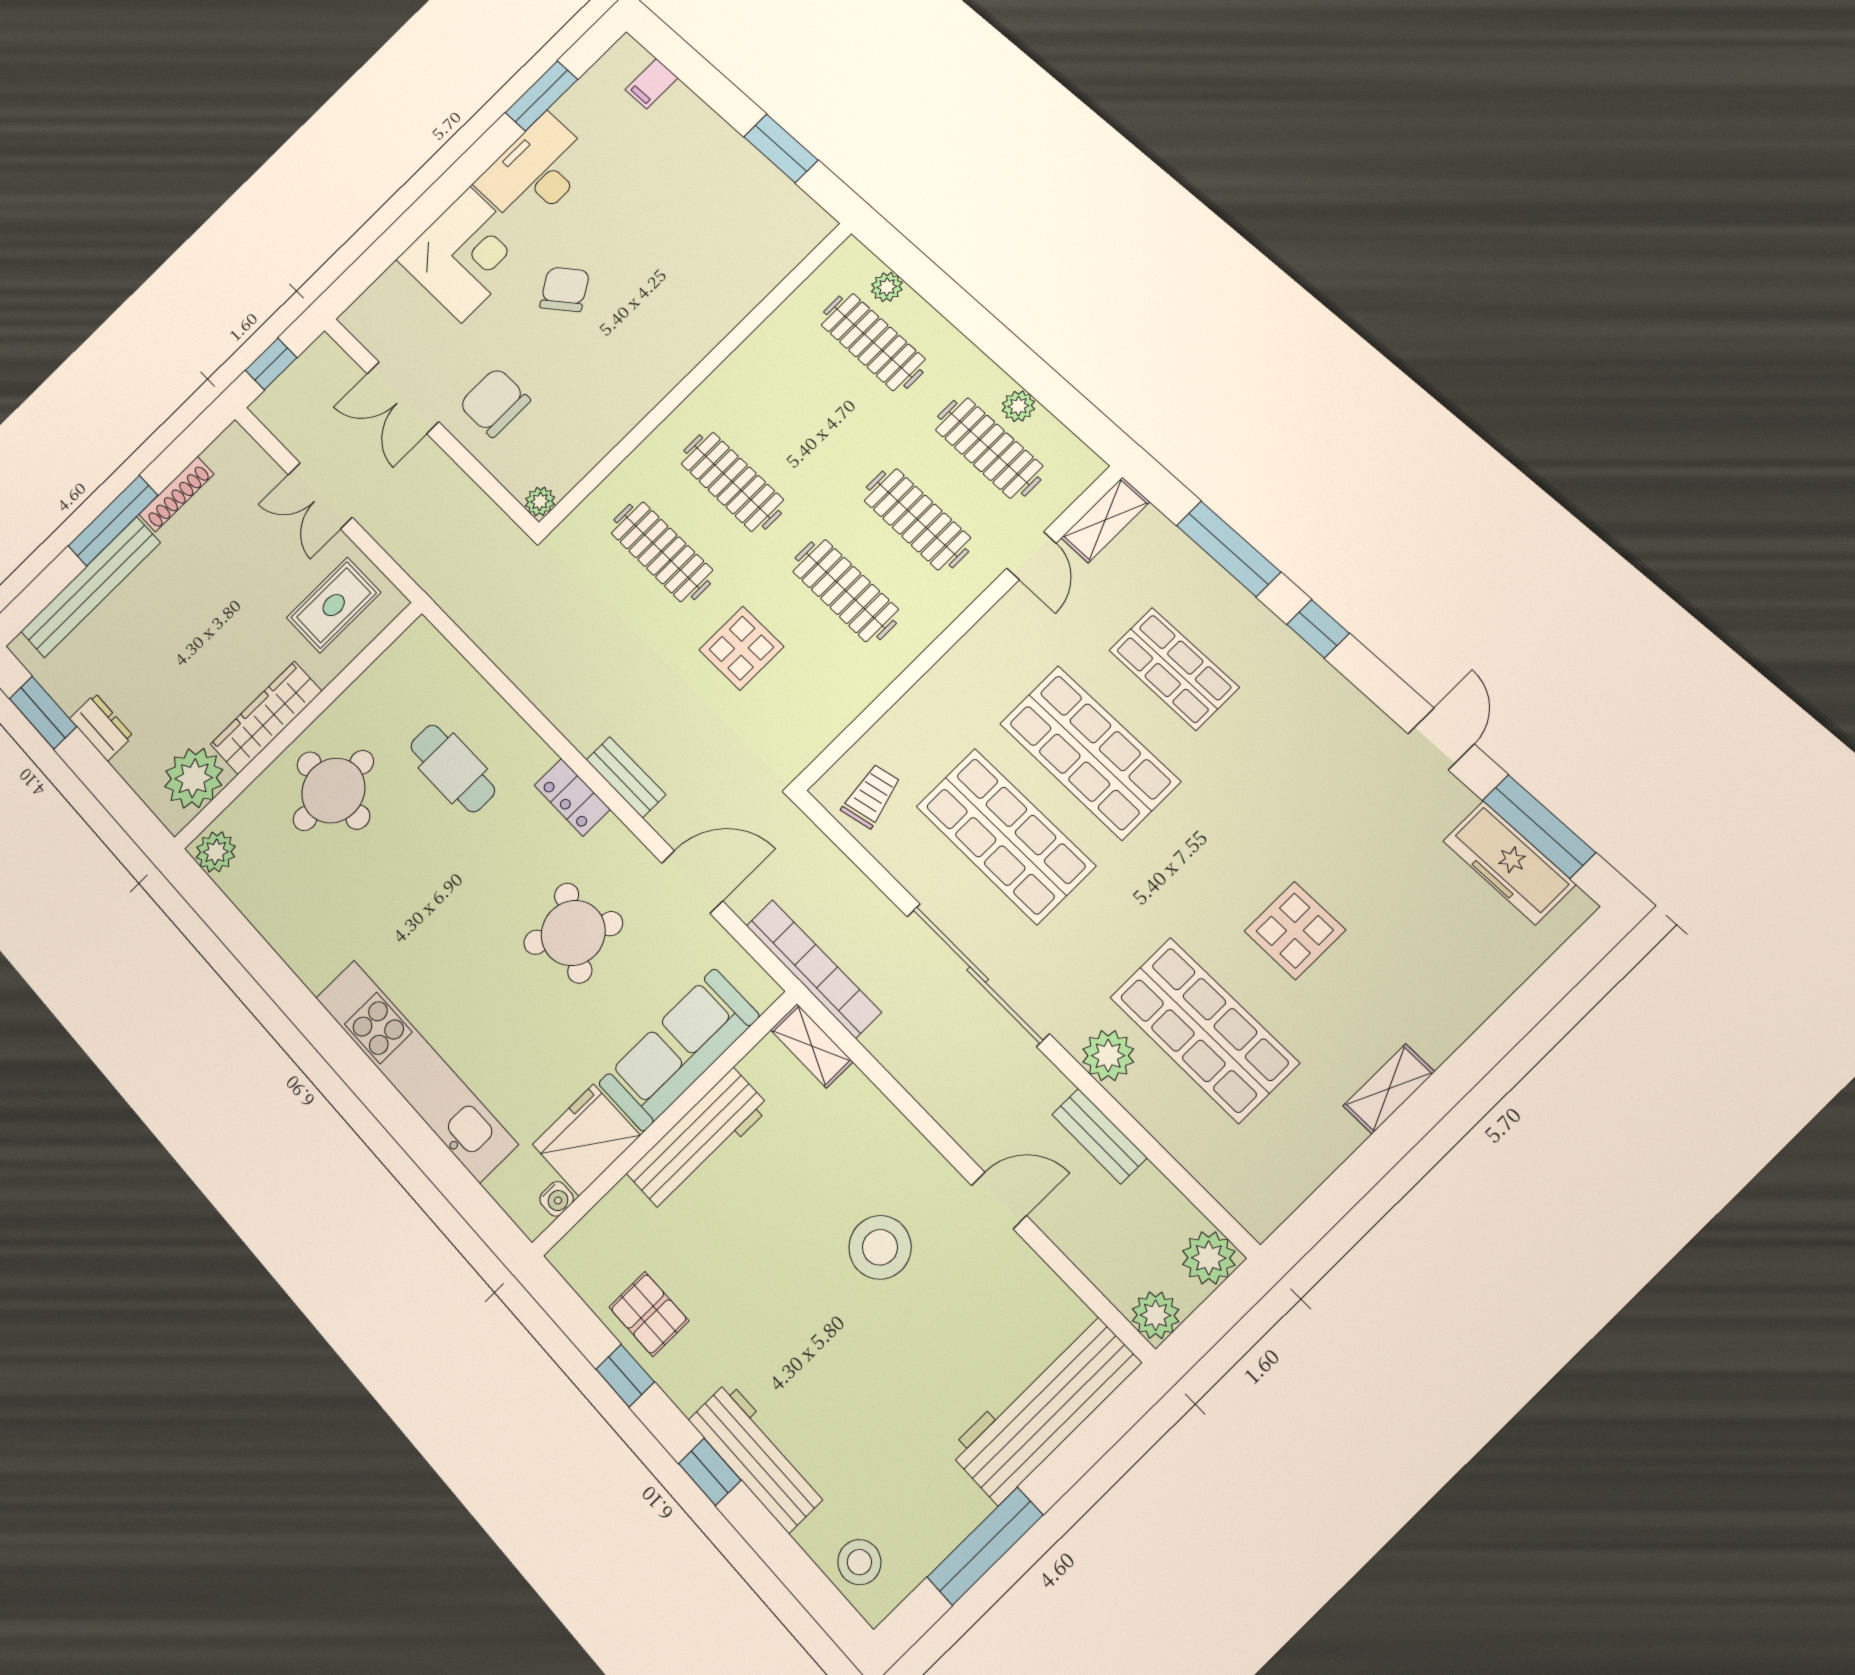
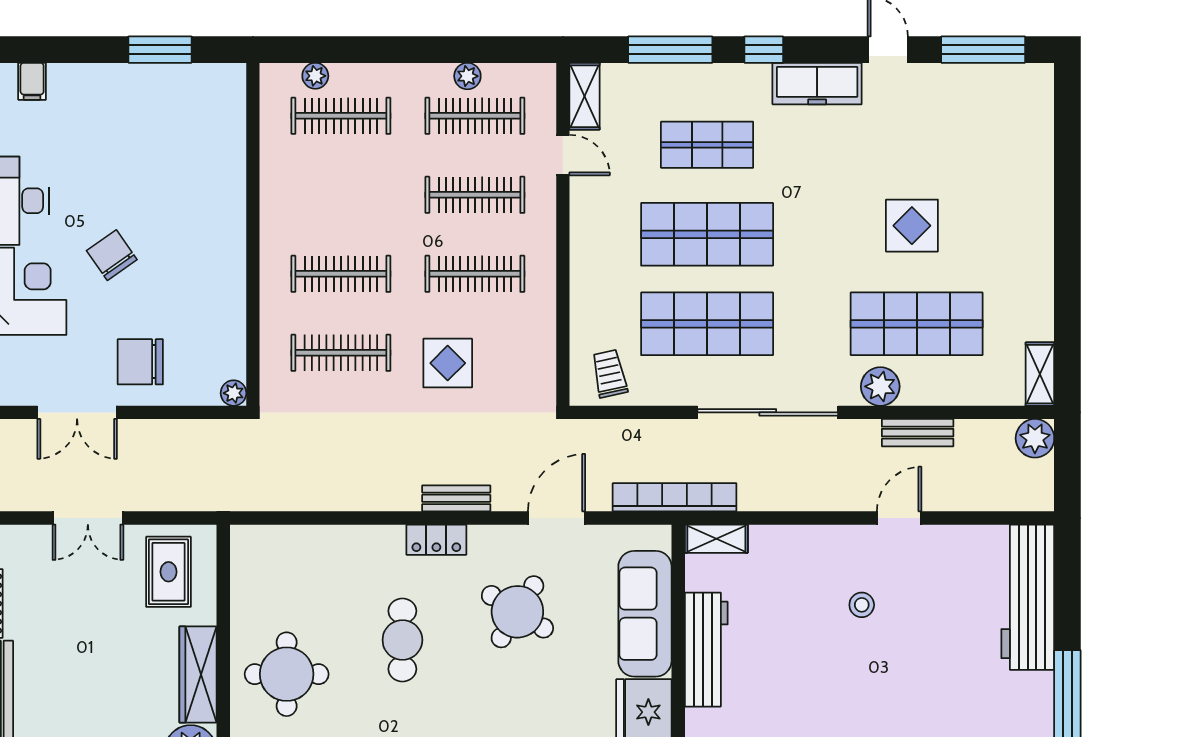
cafe table: (453, 768) -> (402, 640), moved, turned 90
freezer: (1509, 863) -> (817, 84), moved
shelving: (1389, 1089) -> (1040, 374), moved
stool: (880, 1247) -> (862, 605), width x0.53, depth x0.53
plant: (1156, 1315) -> (1037, 494), removed

